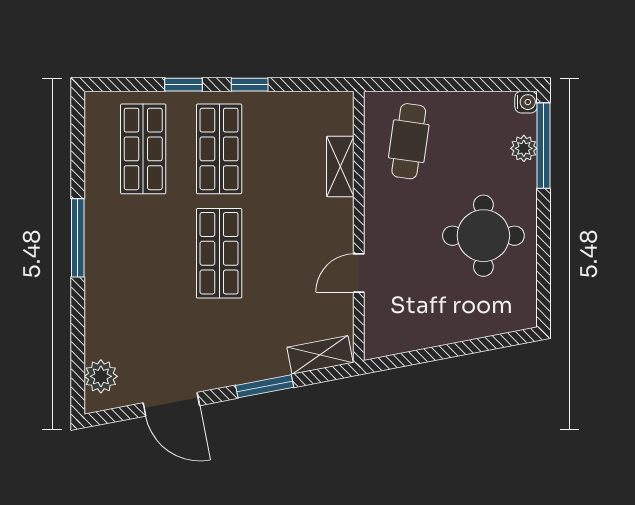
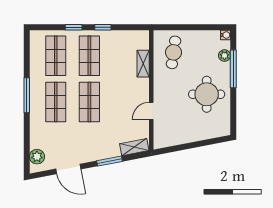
window: (544, 146) -> (233, 69), moved
shop shelf: (143, 253) -> (56, 102), added

